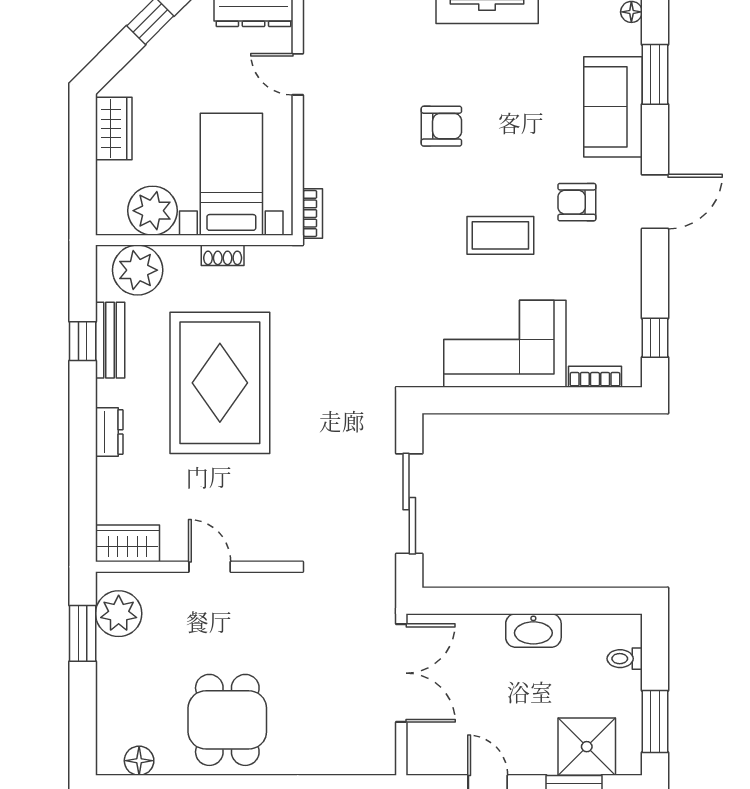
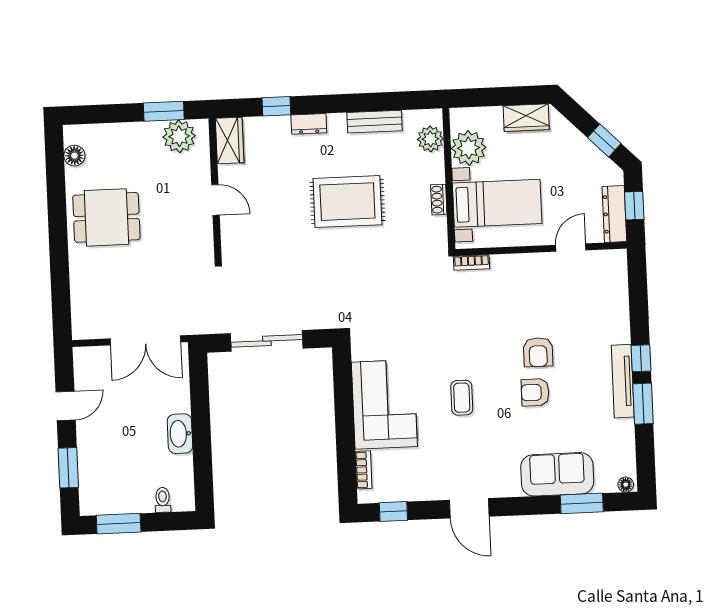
armchair: (577, 202) -> (535, 392), moved, turned -90
door: (655, 202) -> (469, 508), moved
coffee table: (500, 235) -> (462, 398), width x0.73, depth x0.77
plant: (138, 270) -> (430, 139), width x0.73, depth x0.73
window: (83, 341) -> (276, 106), moved
rug: (220, 383) -> (347, 202), width x0.73, depth x0.69
door: (210, 567) -> (215, 200), hinge flipped
shower: (587, 747) -> (99, 476), removed

